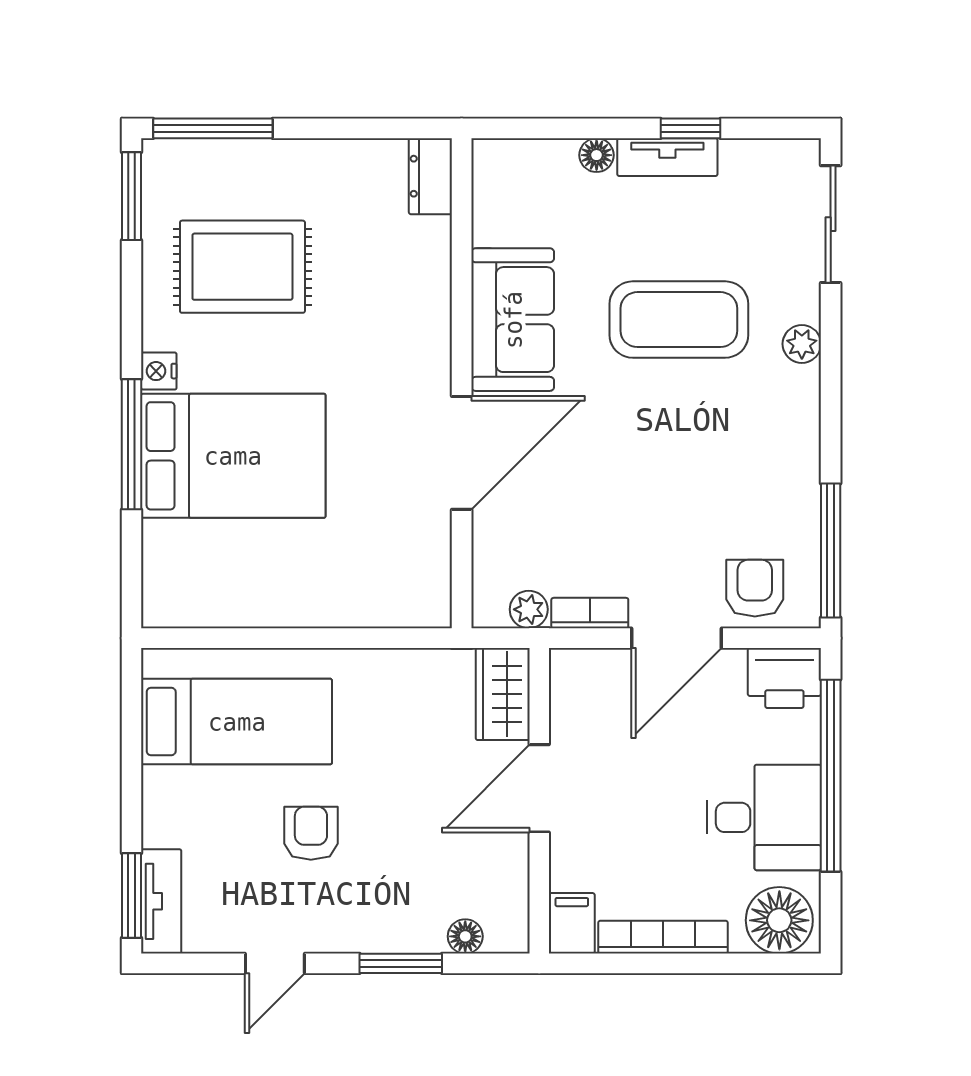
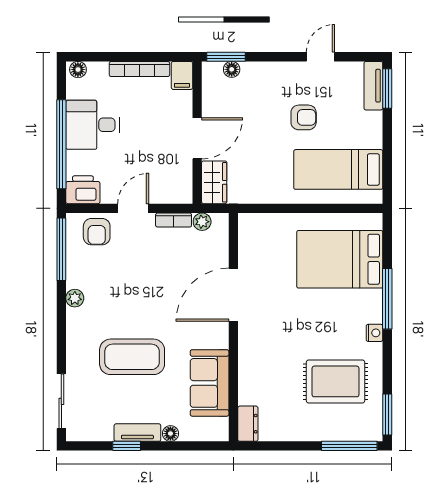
sofa: (513, 320) -> (210, 383), moved
plant: (802, 344) -> (75, 298), moved
bed: (233, 456) -> (340, 259), moved
door: (676, 638) -> (133, 208), width x0.73
armchair: (311, 833) -> (304, 117), turned -90
floor lamp: (779, 920) -> (78, 70), width x0.53, depth x0.53
window: (401, 963) -> (226, 57), moved

